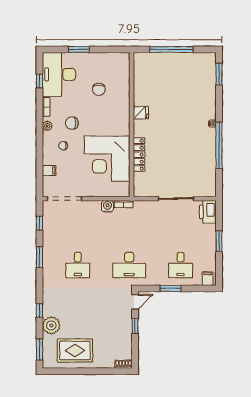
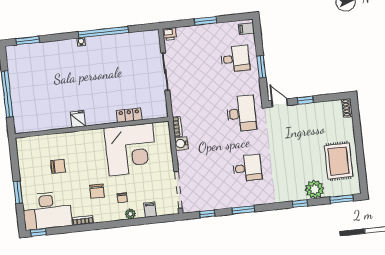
window: (39, 81) -> (39, 232), moved
plant: (47, 126) -> (130, 214), moved
locker: (139, 155) -> (129, 115), width x0.66
printer: (208, 212) -> (170, 34), width x0.53, depth x0.68

